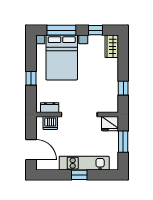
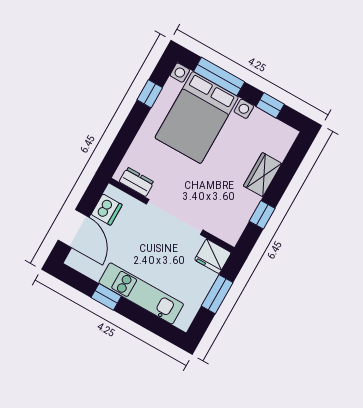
wardrobe: (112, 46) -> (263, 175), moved
window: (31, 78) -> (150, 94), moved
dishwasher: (50, 123) -> (107, 210), moved, turned -90
window: (79, 175) -> (106, 297), moved

